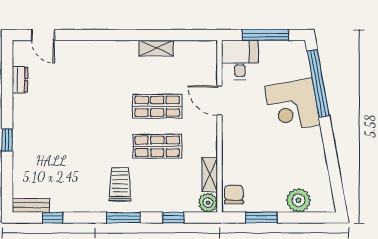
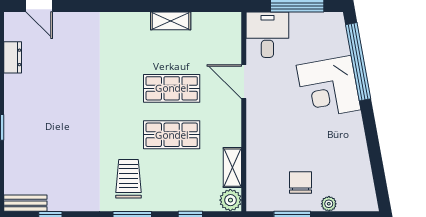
chair: (234, 195) -> (300, 182), moved
plant: (298, 200) -> (329, 204), width x0.53, depth x0.53

